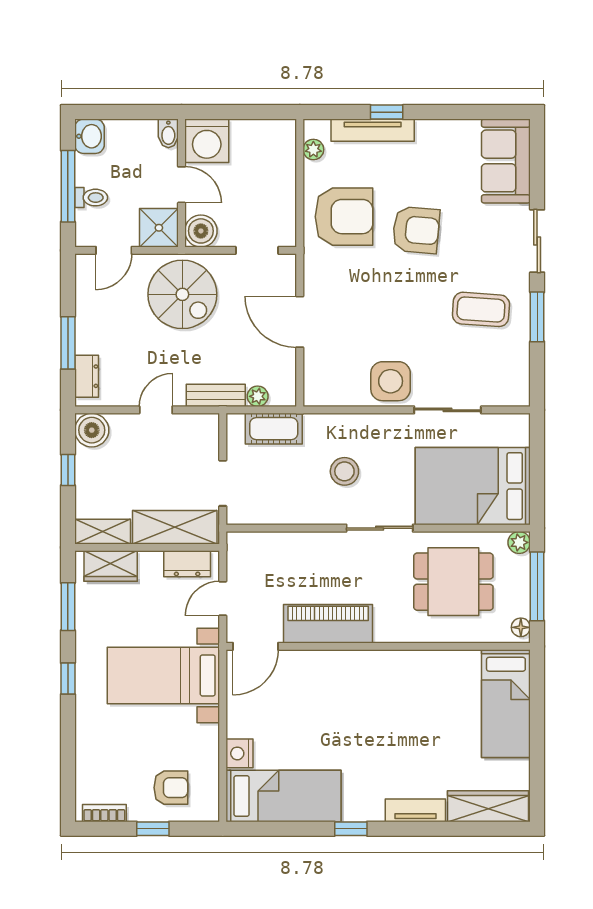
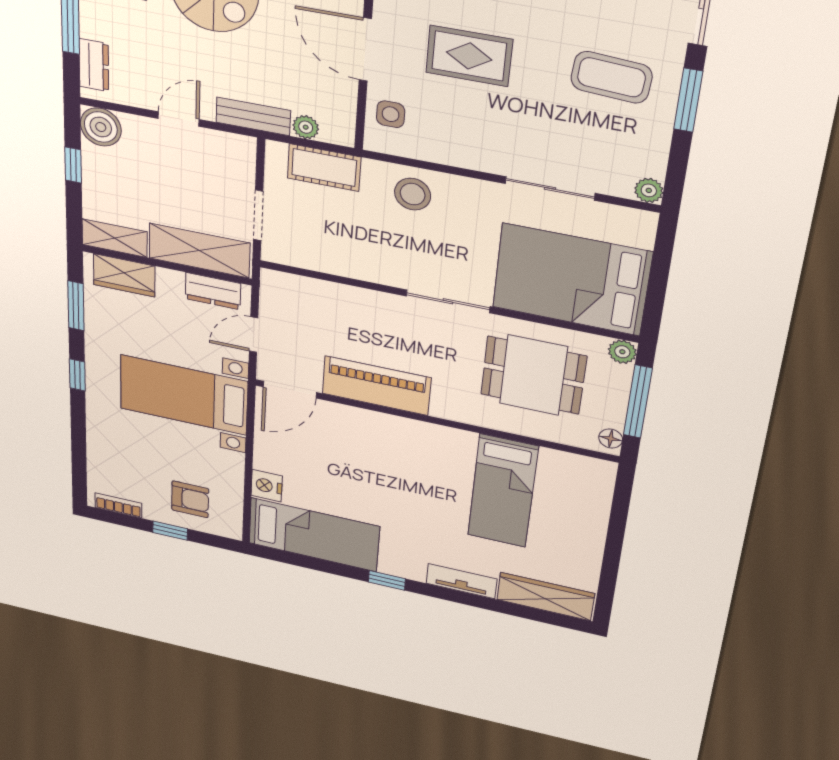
rug: (377, 312) -> (469, 56), added
side table: (391, 381) -> (391, 114), moved, width x0.54, depth x0.54
plant: (520, 396) -> (649, 190), added
stool: (344, 471) -> (413, 194), moved
bed: (506, 704) -> (503, 491), moved

